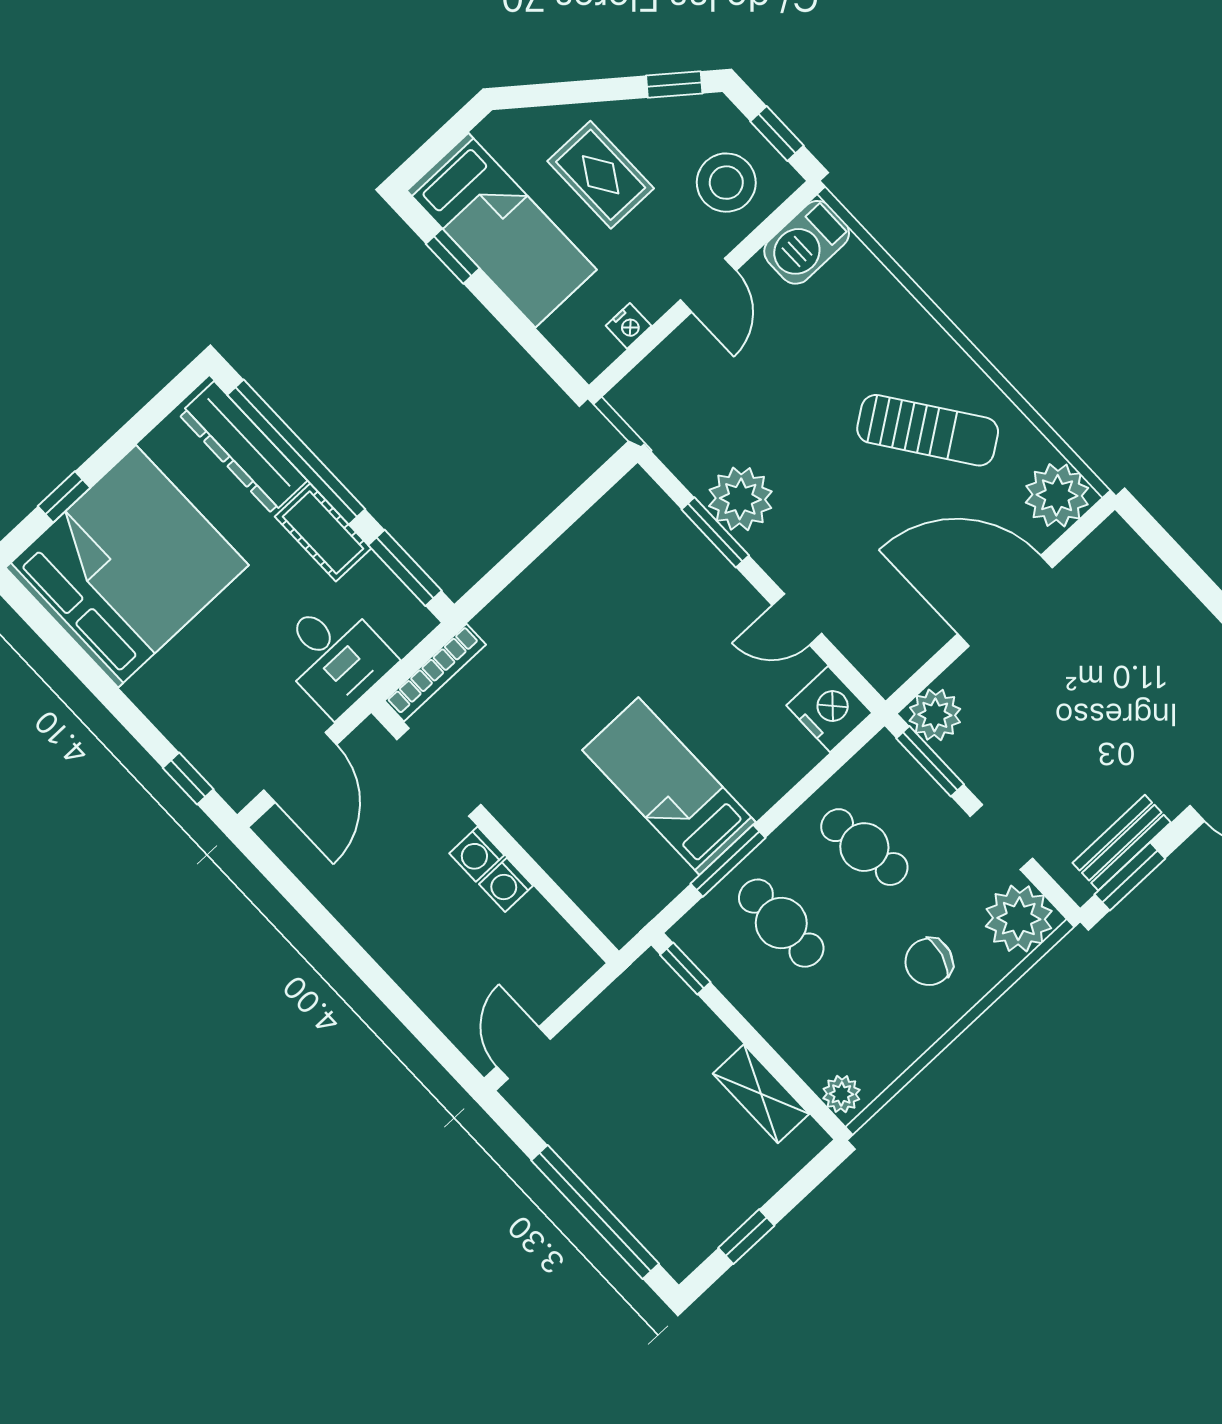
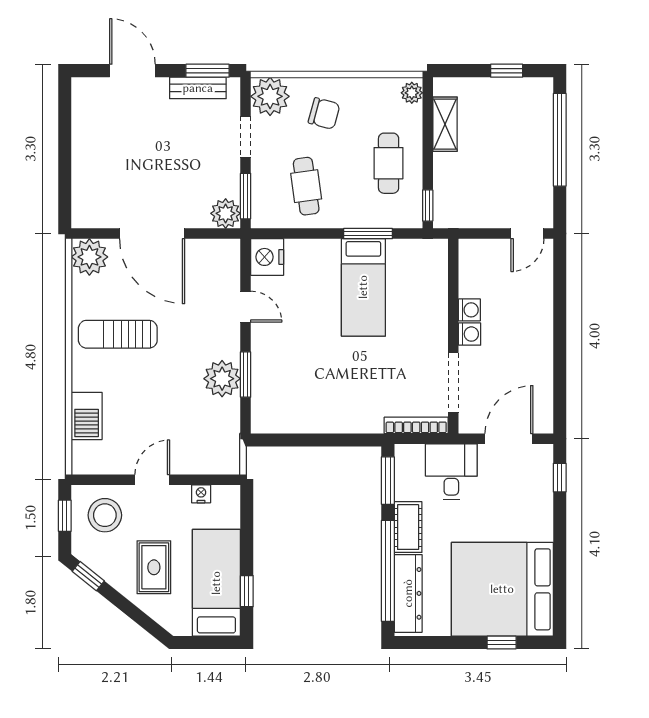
barbecue: (807, 242) -> (87, 416), moved, turned 90
sun lounger: (928, 430) -> (118, 334), turned -55
cafe table: (781, 923) -> (389, 163), moved

